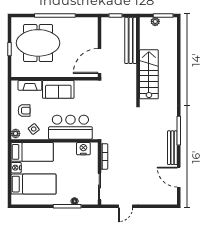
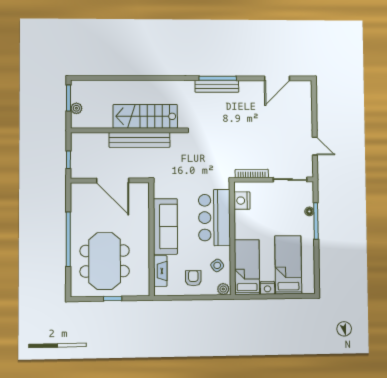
bench: (131, 40) -> (140, 140), moved
door: (99, 61) -> (113, 181), moved
sofa: (58, 89) -> (165, 226), width x1.36
bench: (172, 148) -> (217, 86), moved

